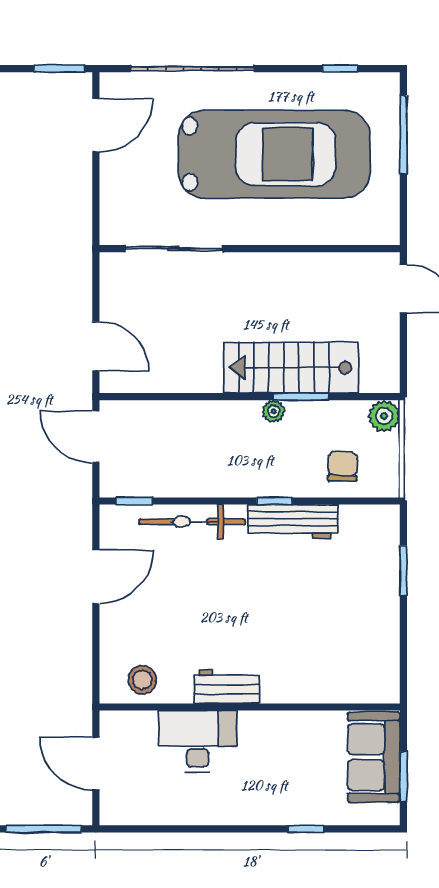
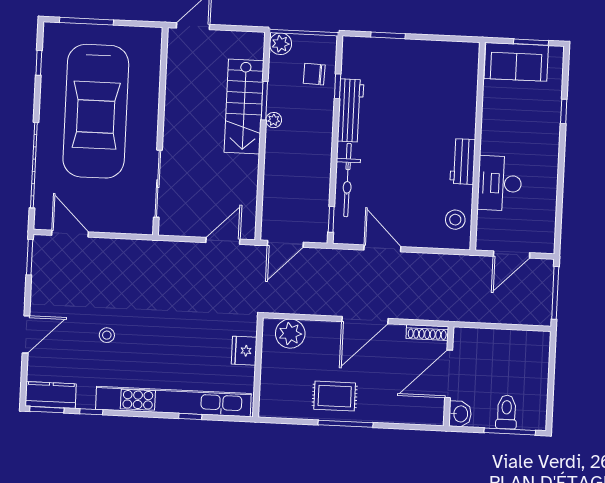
car: (274, 154) -> (96, 111), turned 180
window: (274, 501) -> (338, 86), moved

